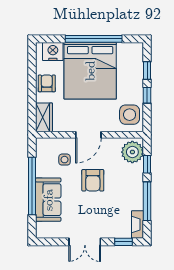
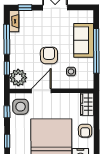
window: (147, 95) -> (7, 112), moved
door: (88, 135) -> (41, 91), moved

